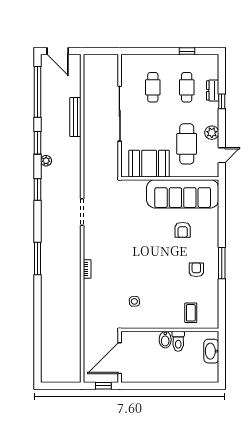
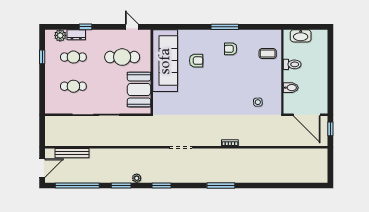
bench: (75, 117) -> (72, 153), moved
plant: (212, 133) -> (60, 35), moved
bidet: (165, 340) -> (291, 88), moved

